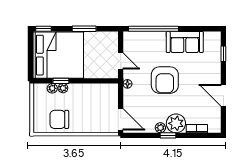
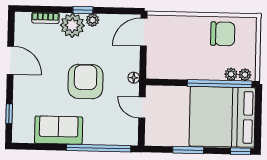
window: (61, 81) -> (220, 84), width x3.17
plant: (63, 88) -> (245, 75), moved
door: (121, 119) -> (144, 32), hinge flipped

